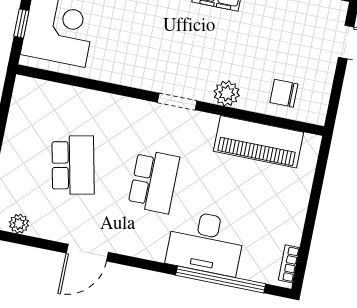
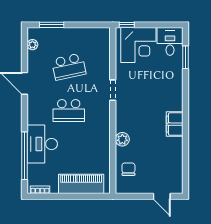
window: (21, 23) -> (127, 25), moved
doorway: (177, 102) -> (113, 90), moved
piano: (258, 142) -> (81, 184), moved, turned 90

